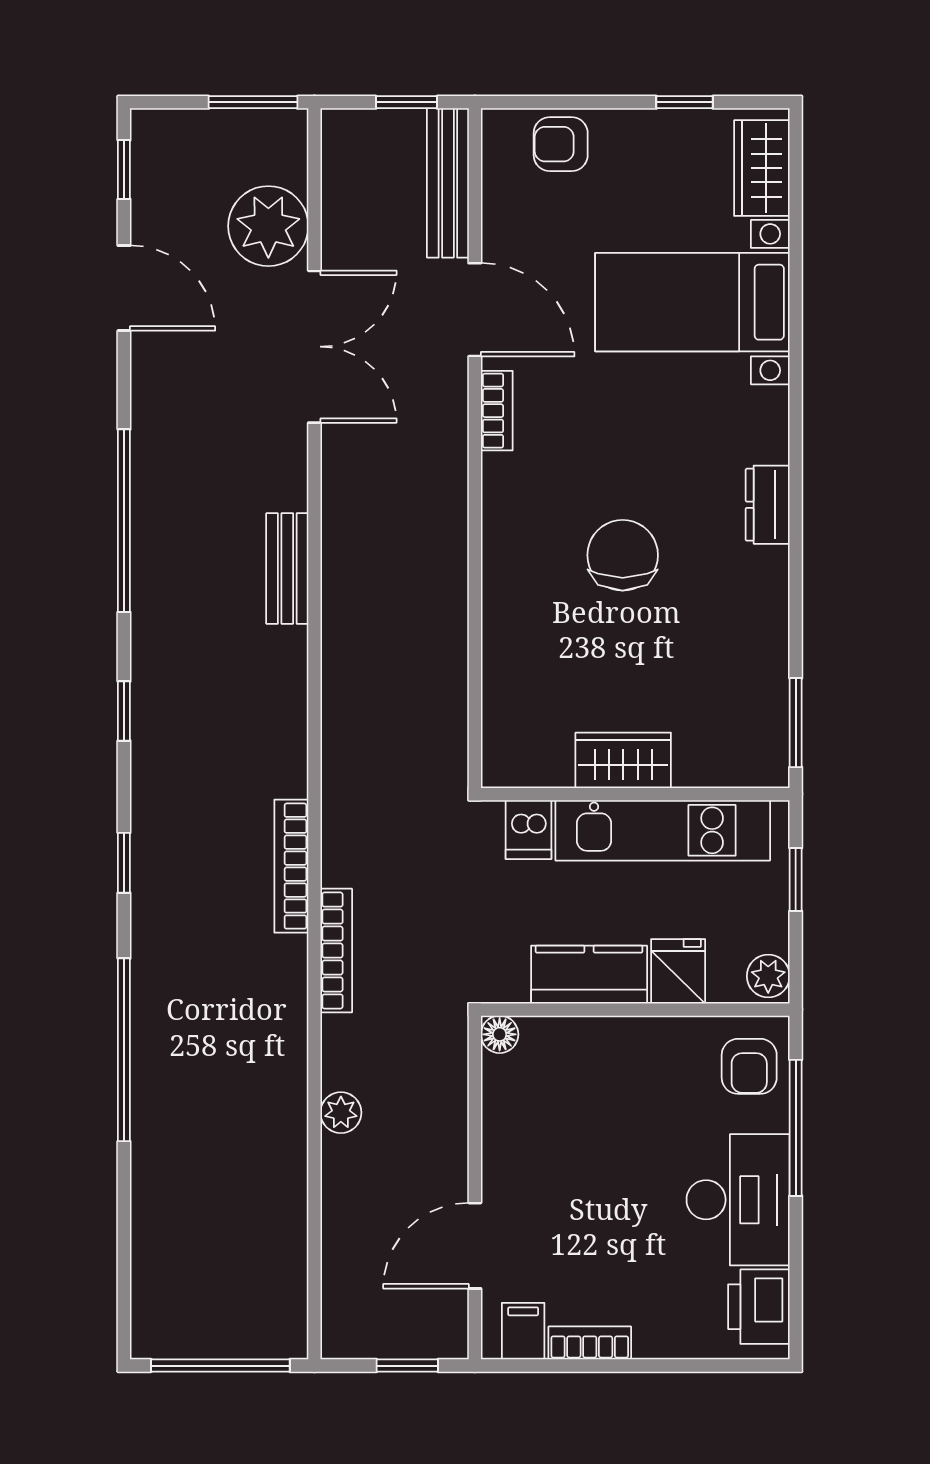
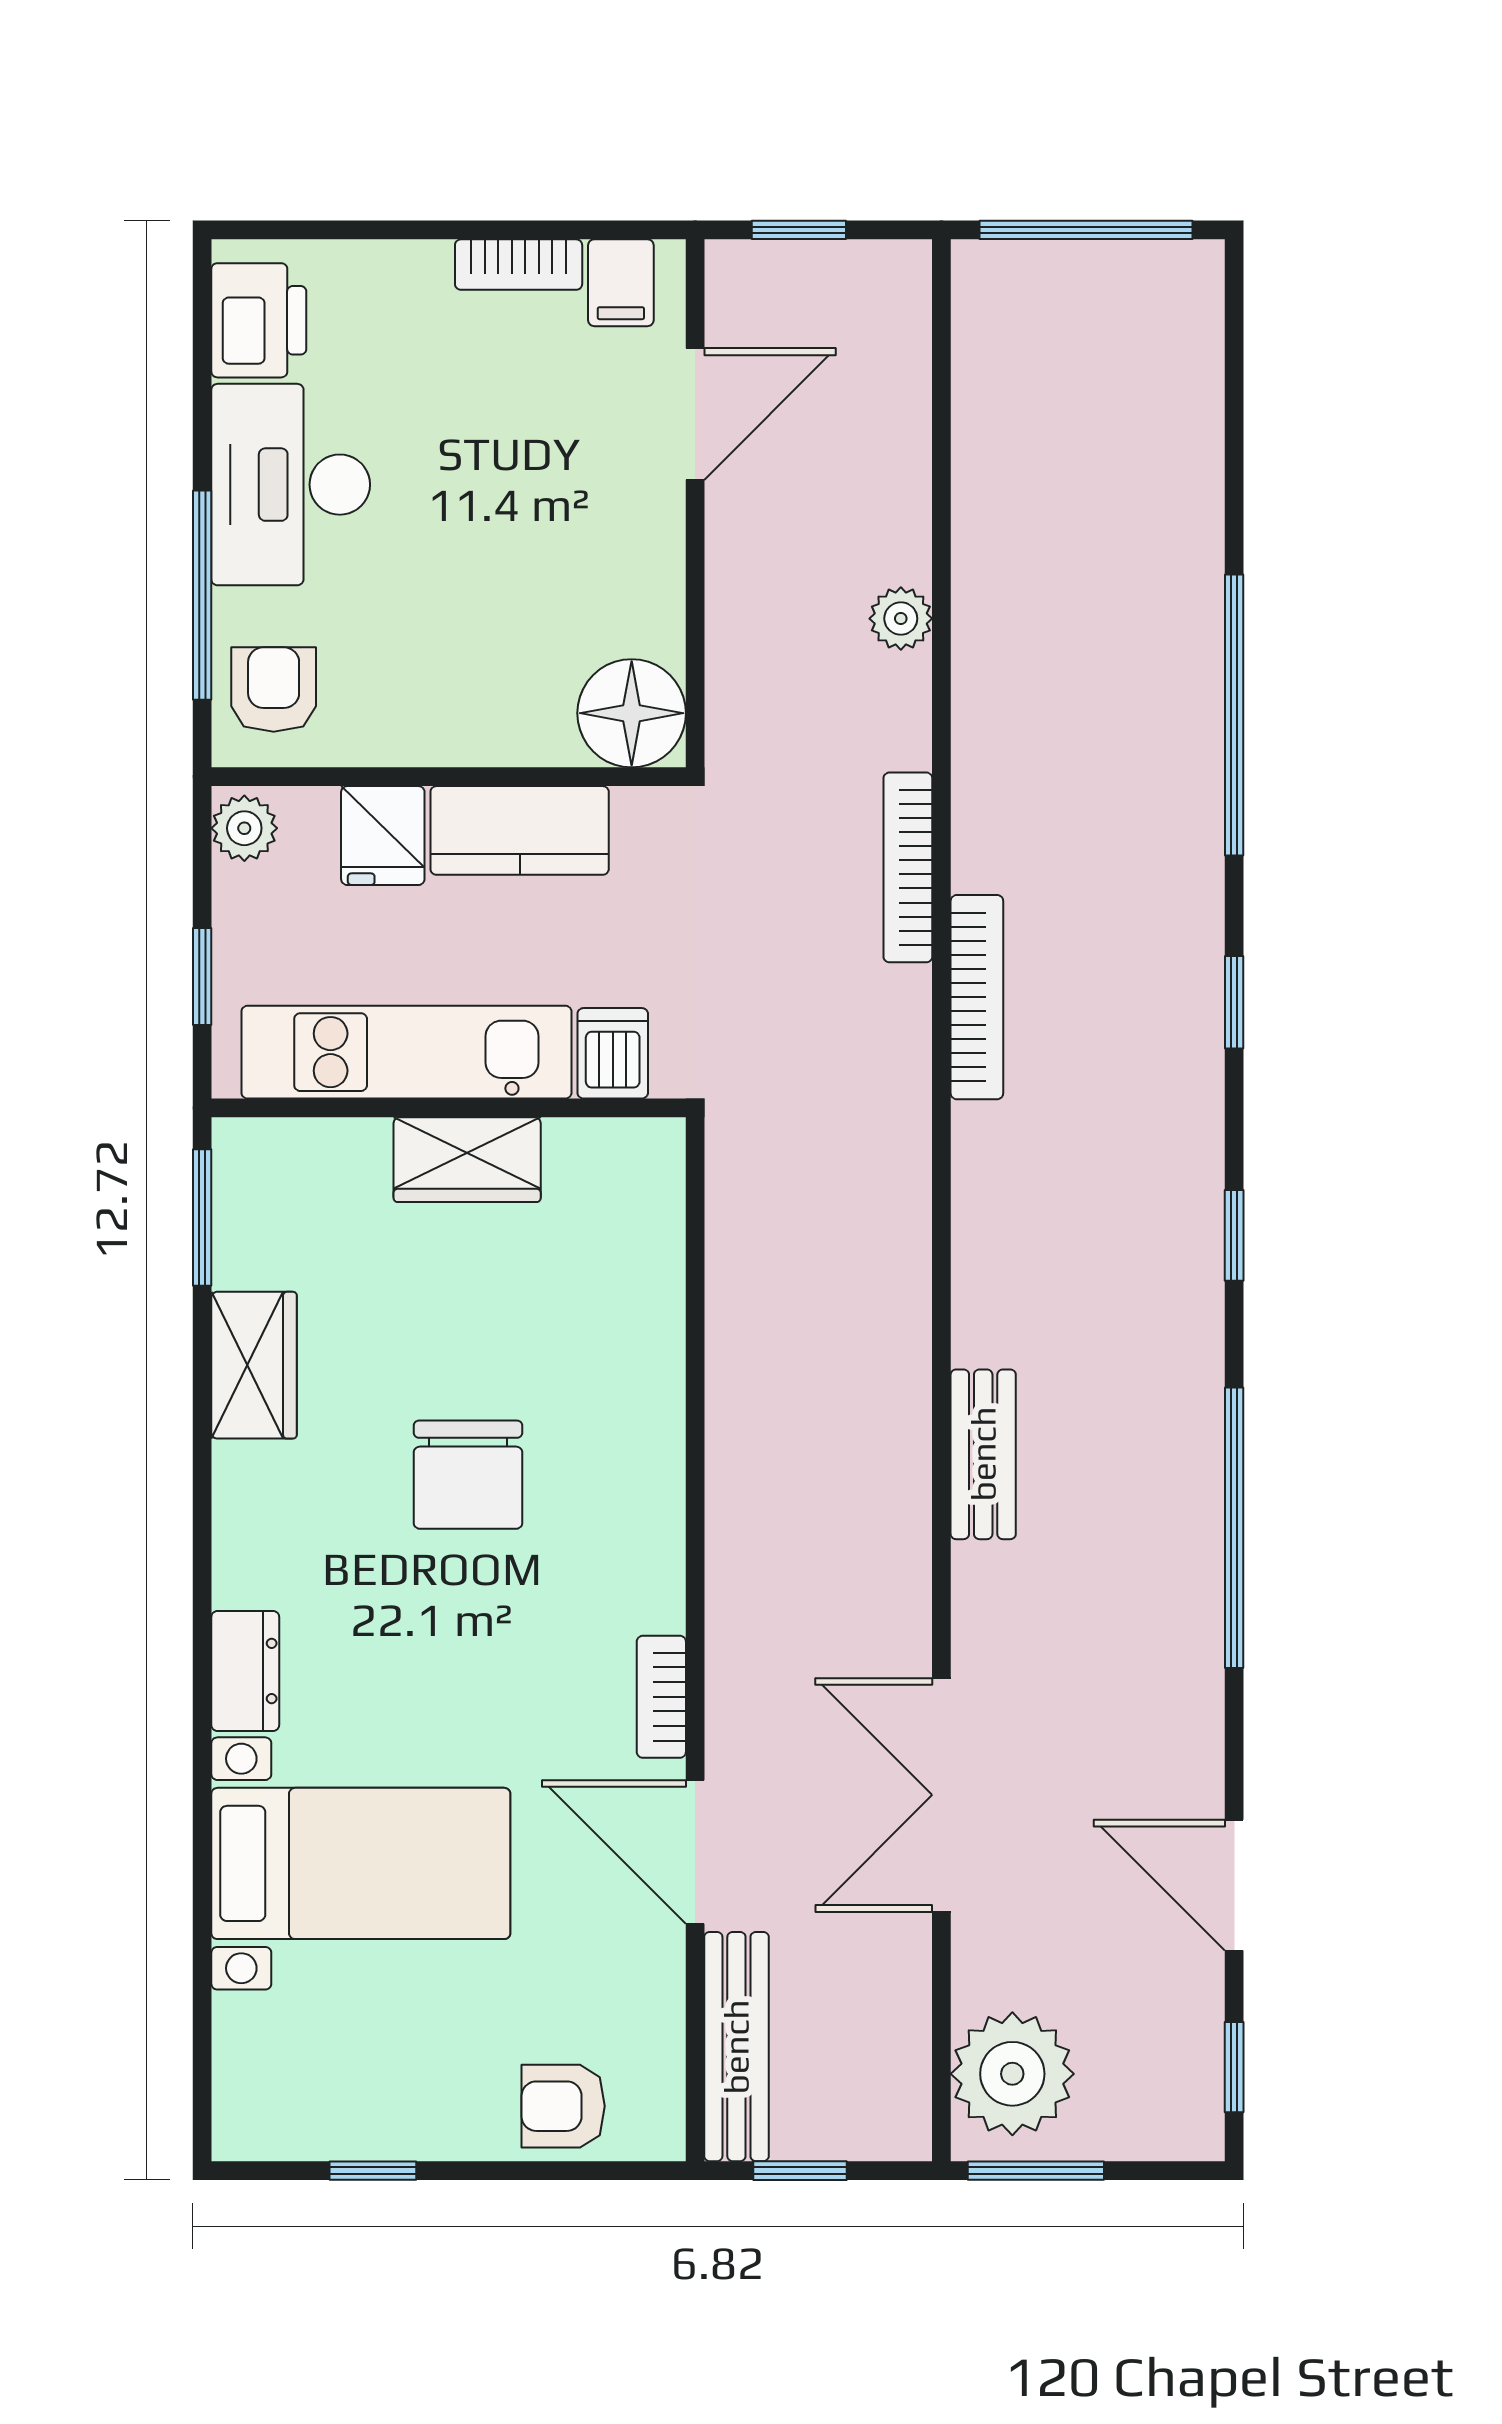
armchair: (561, 144) -> (563, 2106), turned 180
wardrobe: (762, 168) -> (254, 1365), moved
plant: (268, 226) -> (1012, 2074), moved
dresser: (768, 505) -> (245, 1671), moved
floor lamp: (500, 1034) -> (632, 713), width x1.89, depth x1.89

